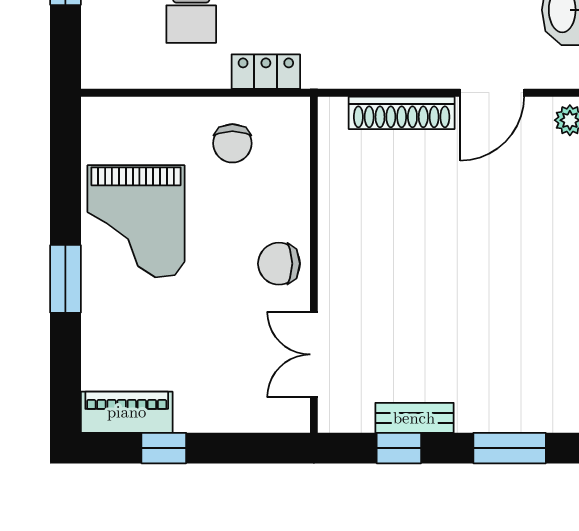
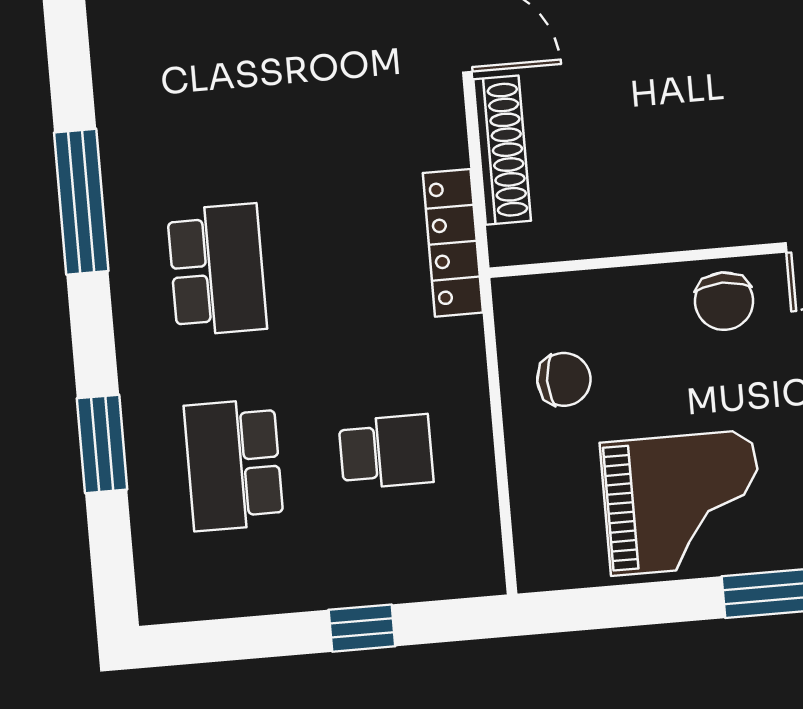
locker: (266, 72) -> (453, 243), moved, width x1.53

